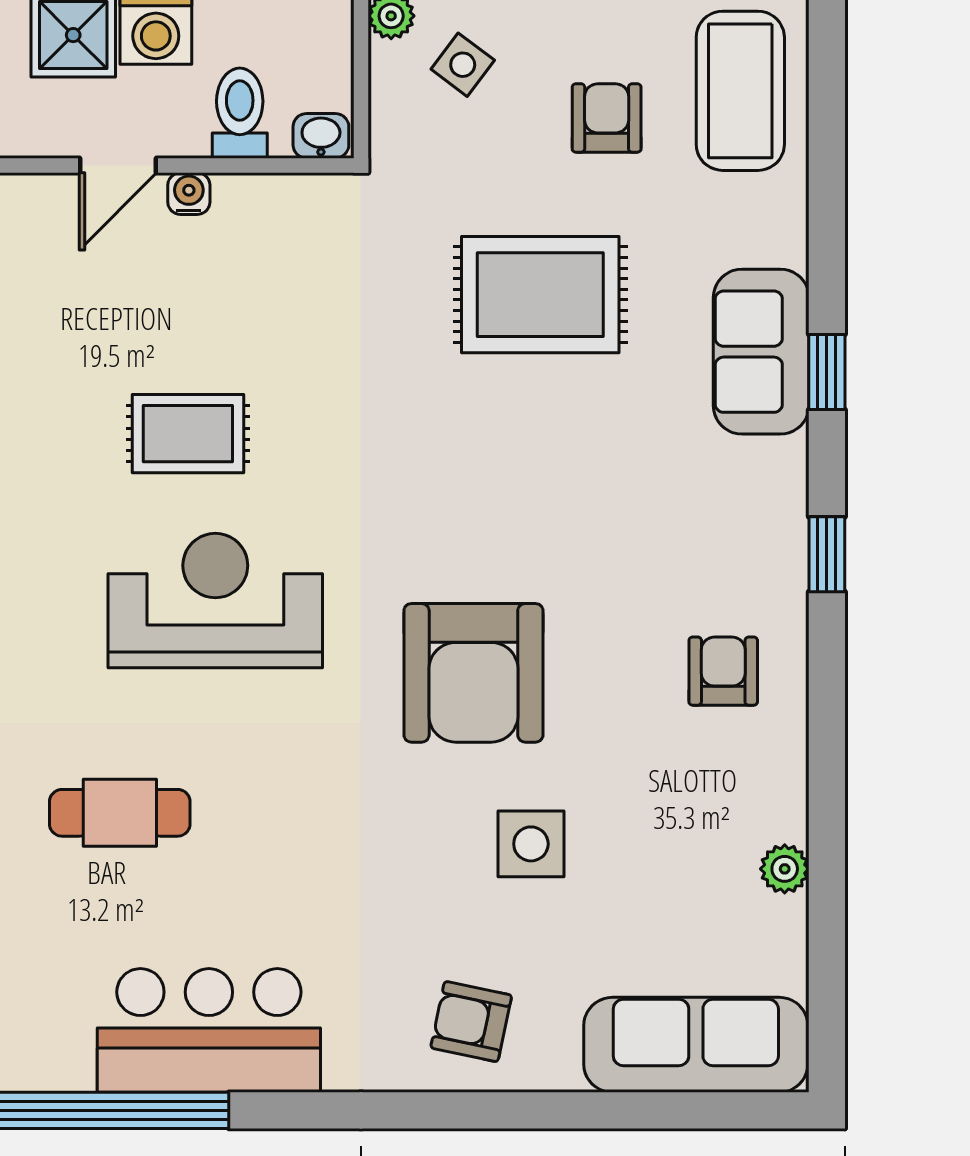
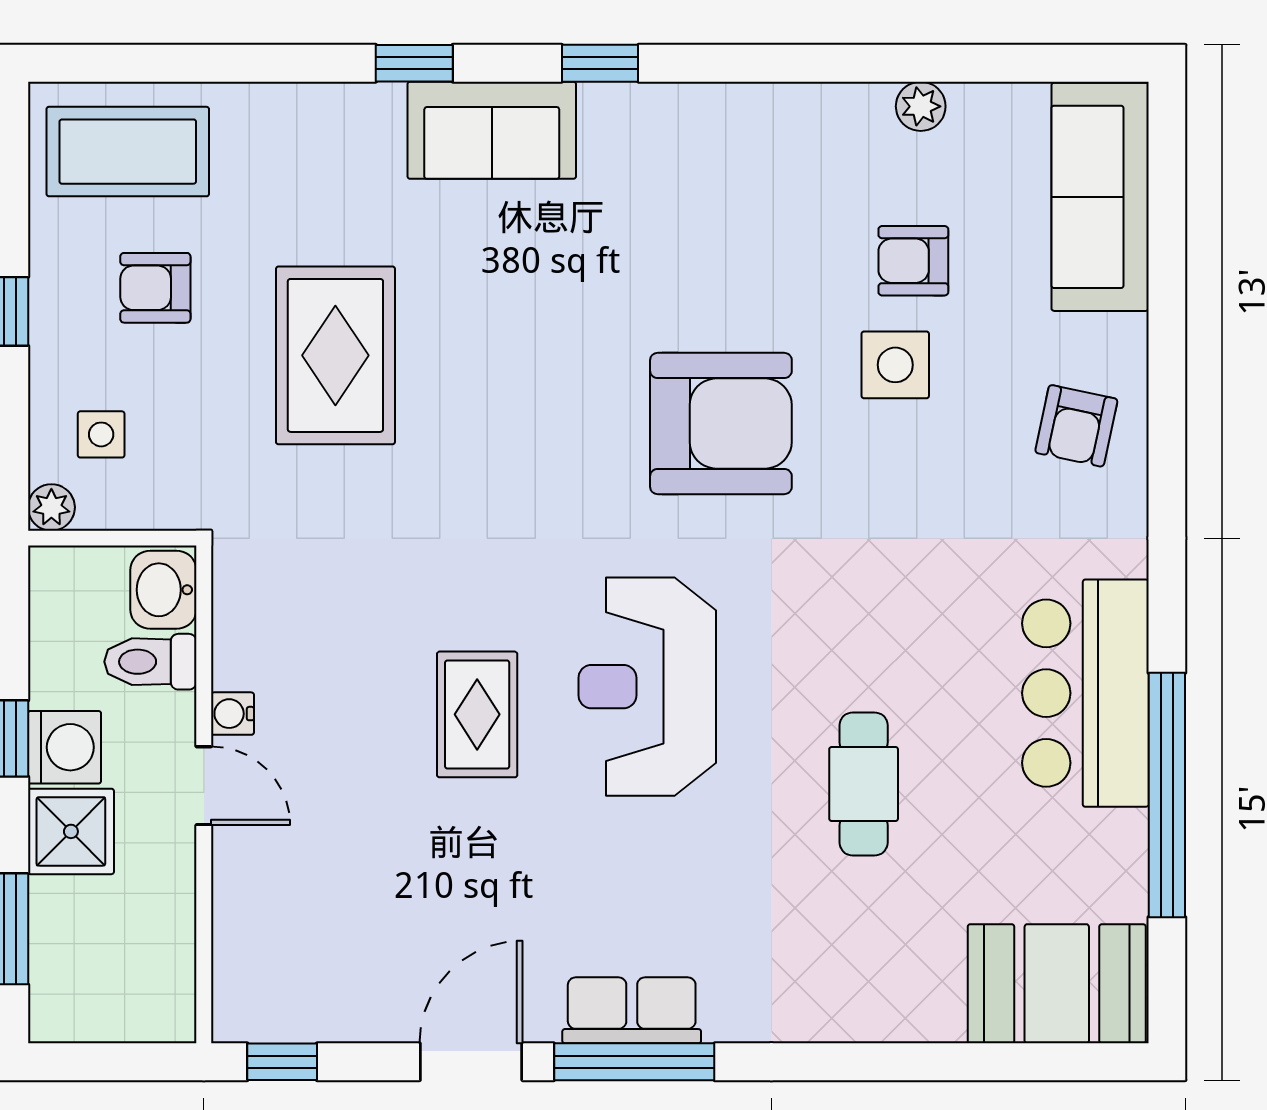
side table: (463, 65) -> (101, 434), turned -37
washbasin: (321, 136) -> (163, 590), width x1.38, depth x1.45
sofa: (761, 352) -> (492, 130), moved
armchair: (723, 671) -> (913, 261), moved

